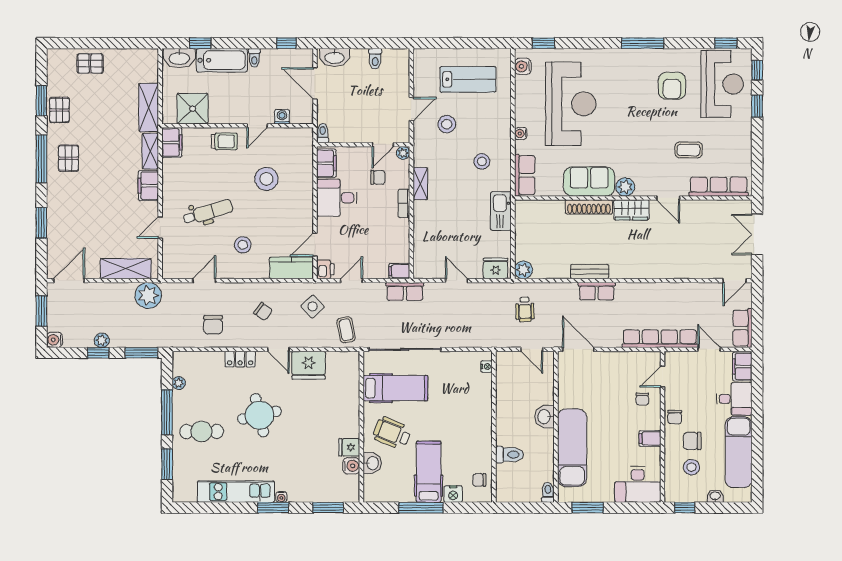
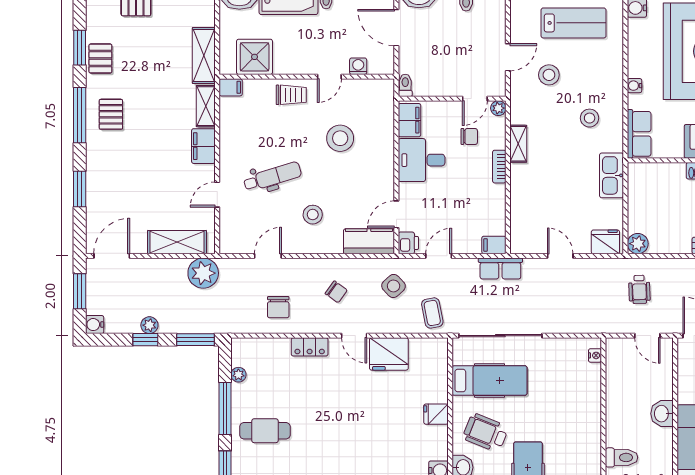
filing cabinet: (172, 142) -> (231, 87), width x0.50
round table: (260, 415) -> (332, 412), removed
fridge: (349, 447) -> (436, 414), moved

